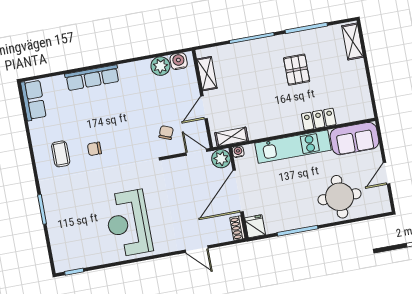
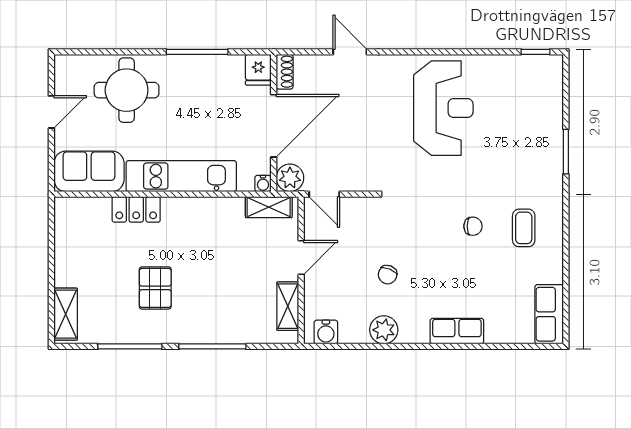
plant: (160, 66) -> (384, 330), moved
row of seats: (92, 78) -> (457, 331), width x0.68
chair: (166, 133) -> (388, 275), moved

